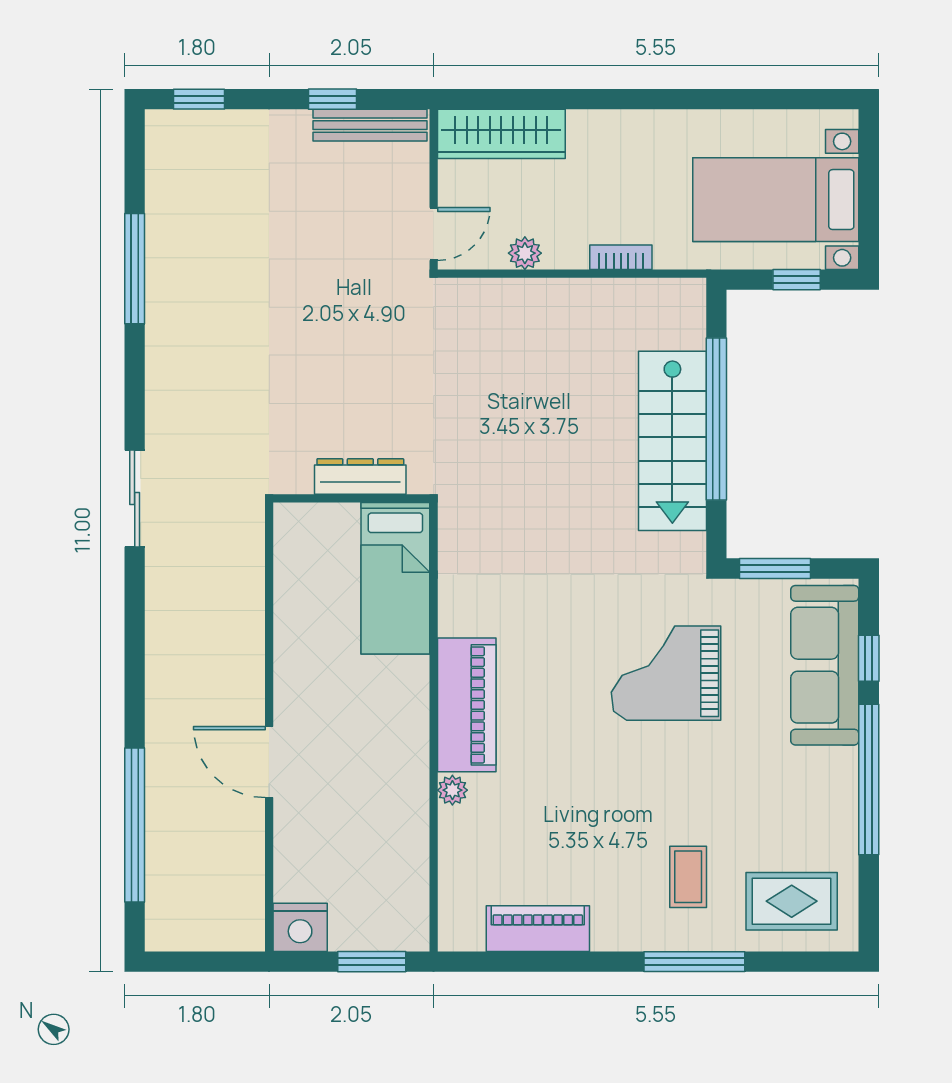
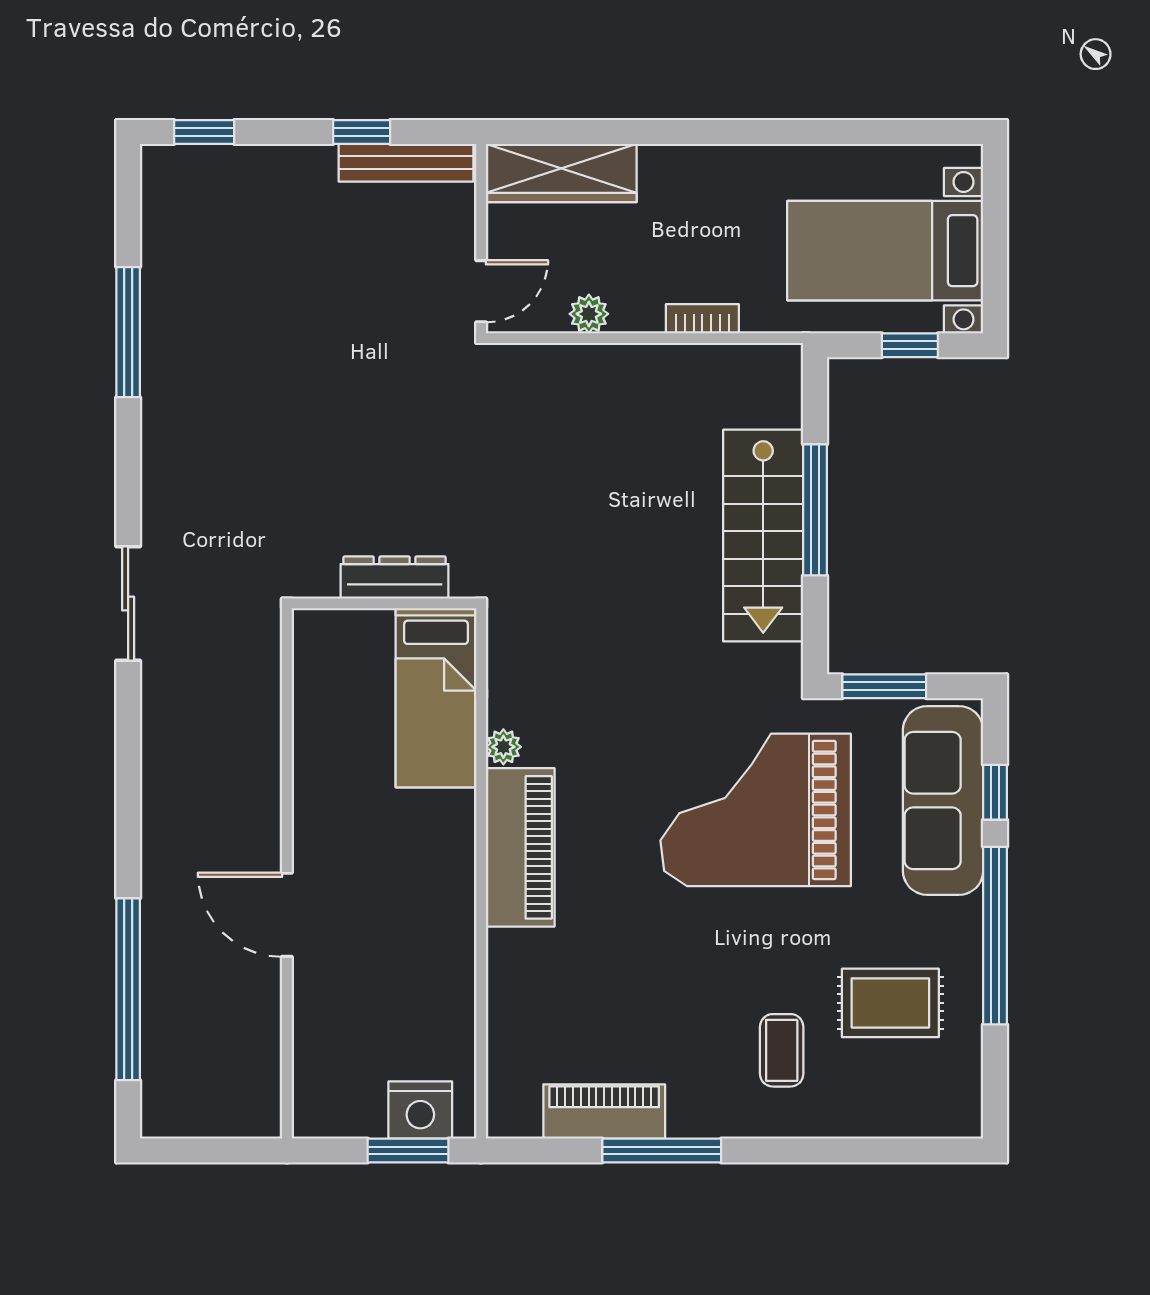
window: (716, 419) -> (815, 510), width x0.68
grand piano: (666, 673) -> (756, 810), width x1.37, depth x1.48
plant: (452, 790) -> (503, 747), moved
rug: (792, 901) -> (890, 1003), moved
nightstand: (300, 927) -> (420, 1110), moved
window: (694, 962) -> (662, 1151), moved

